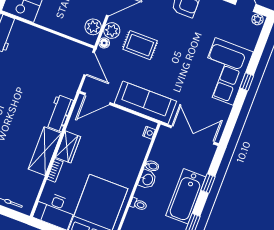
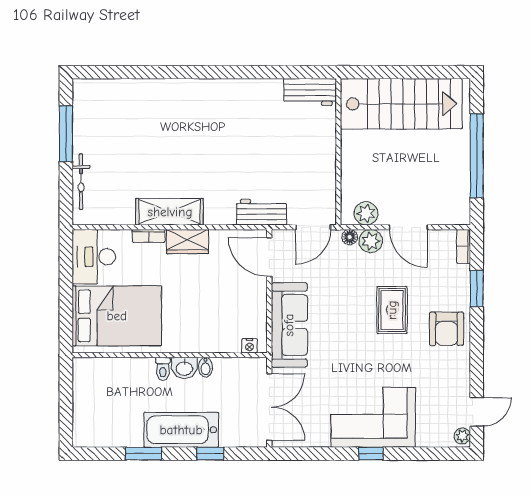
rug: (140, 45) -> (392, 310), moved
workbench: (60, 113) -> (262, 212), moved
toilet: (139, 204) -> (163, 369), moved

